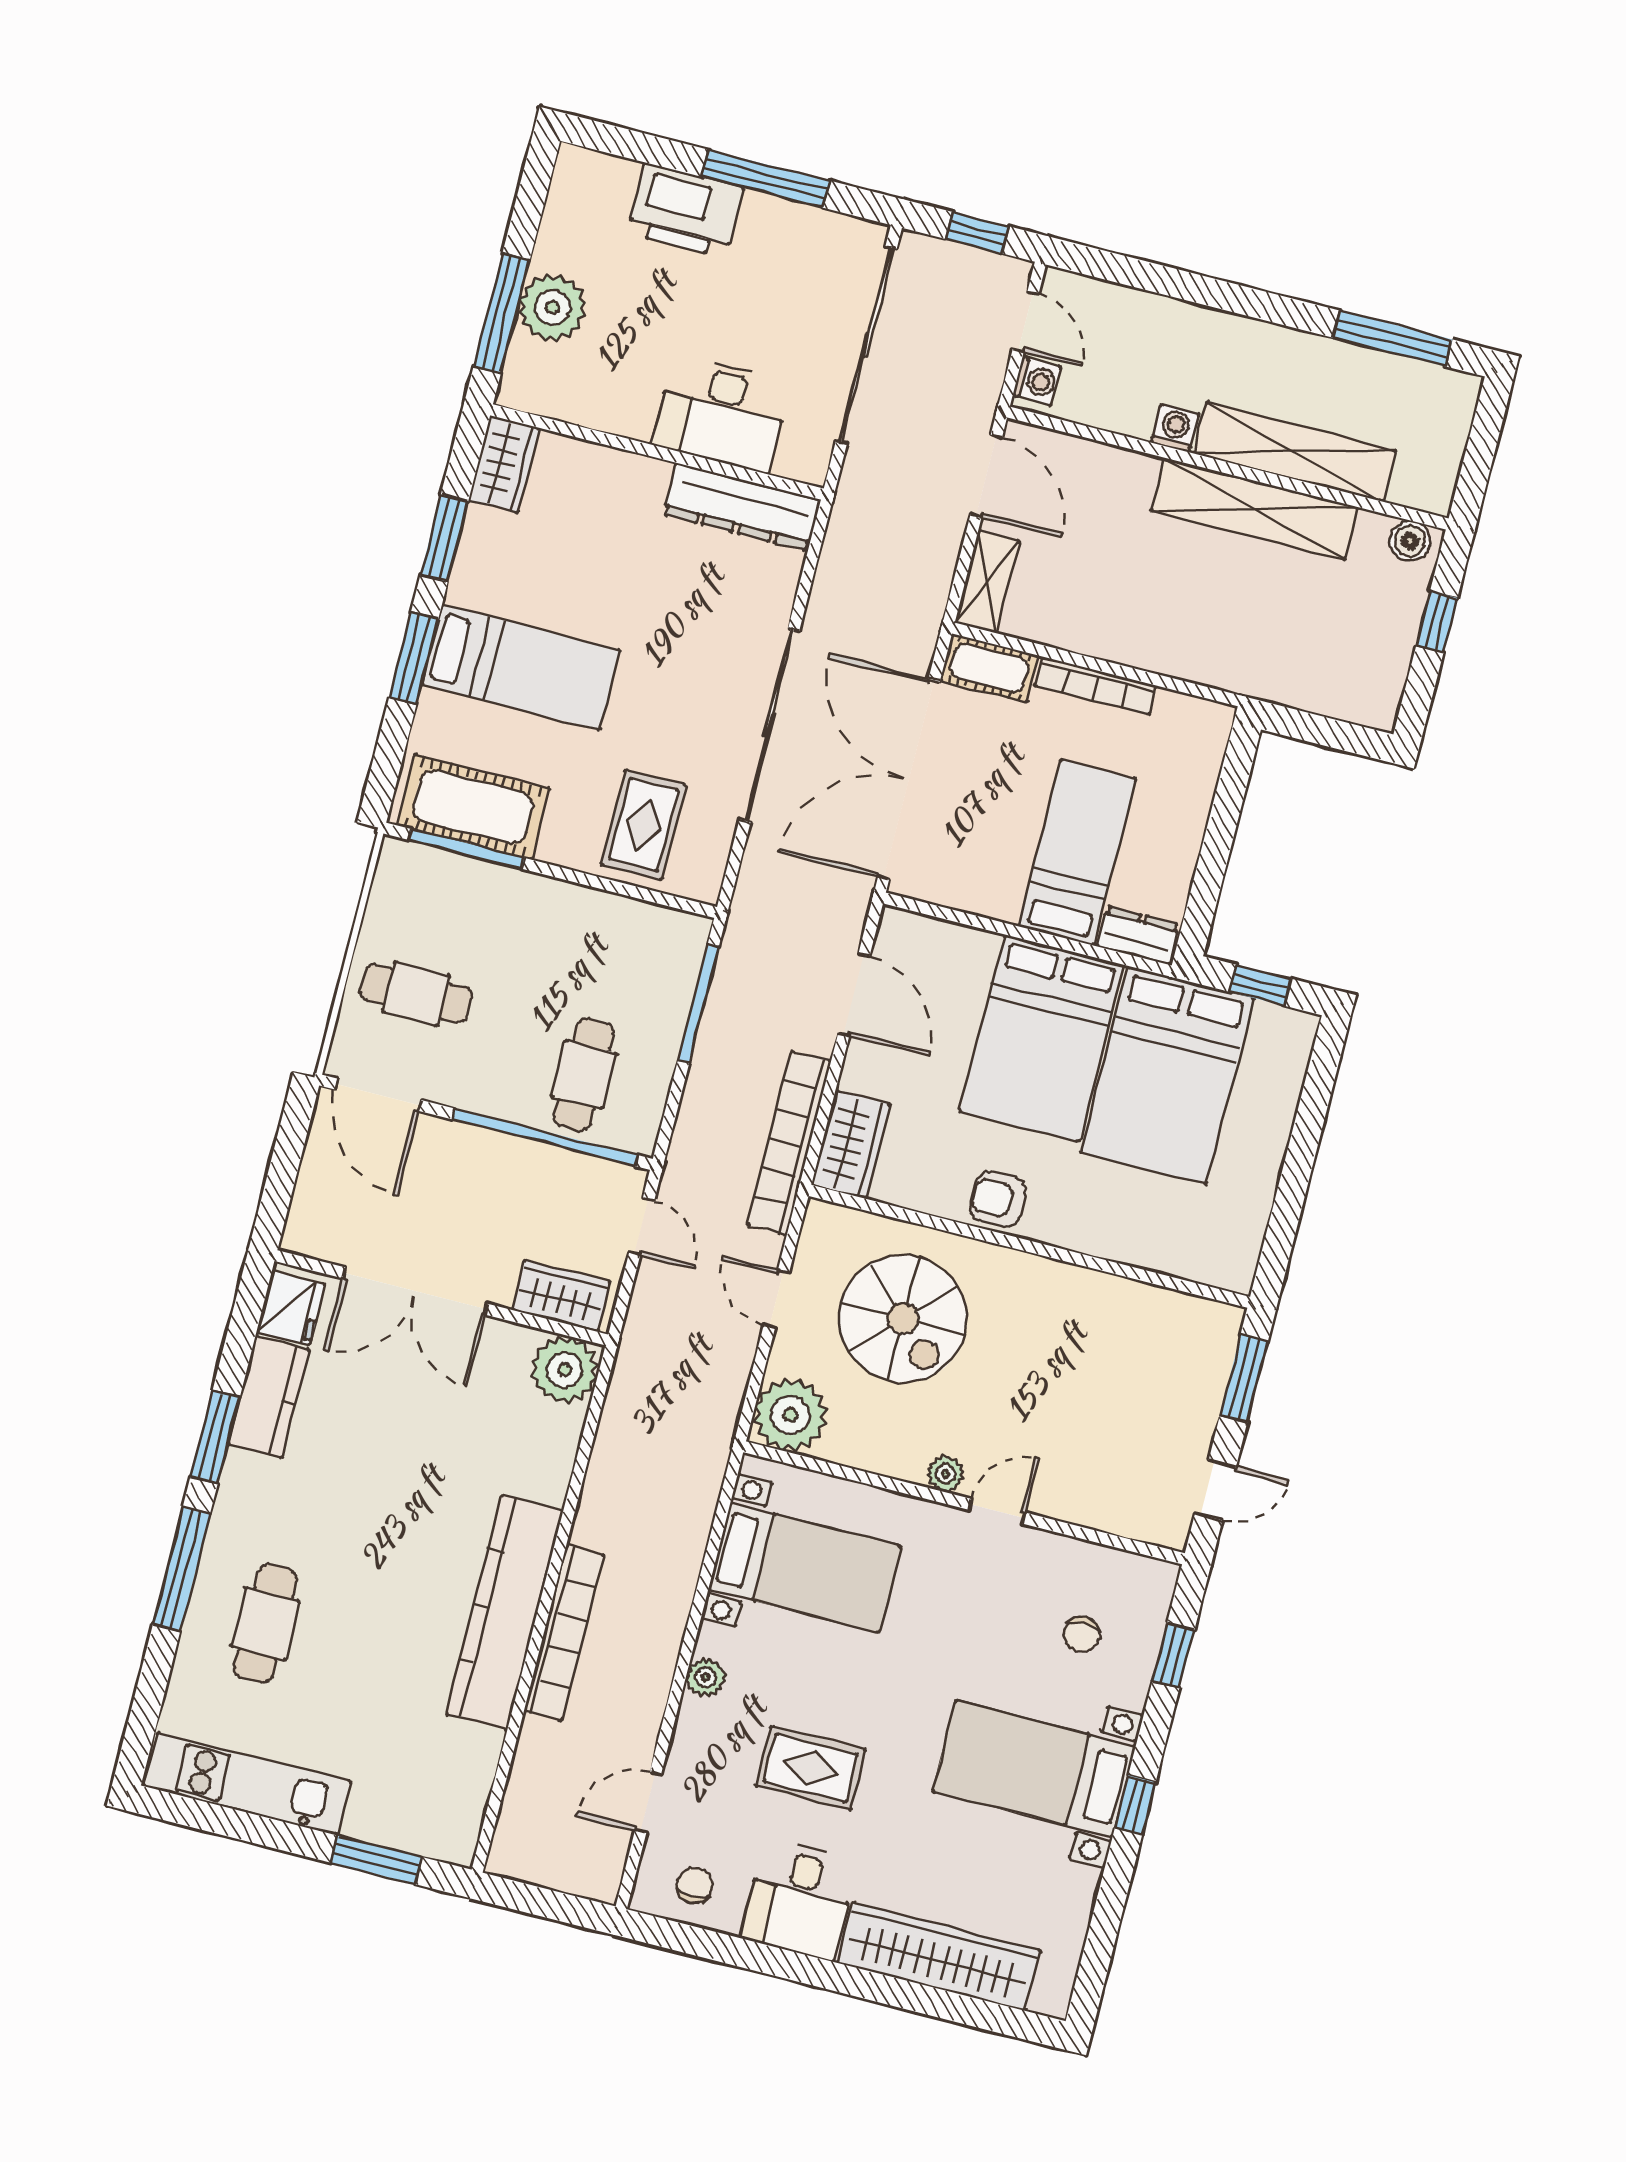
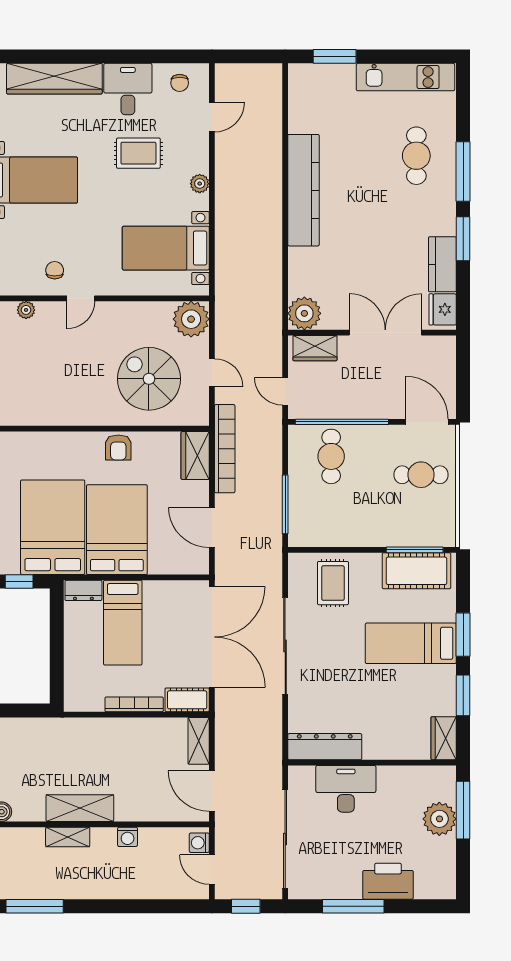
shelving: (1295, 452) -> (68, 837), width x0.45, depth x0.75
shelving: (1254, 509) -> (80, 808), width x0.68
armchair: (998, 1199) -> (118, 447), turned 90
plant: (945, 1474) -> (26, 310), moved
bookcase: (564, 1633) -> (273, 188), removed
chair: (1082, 1634) -> (55, 270), moved

